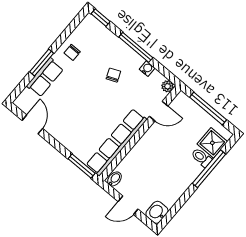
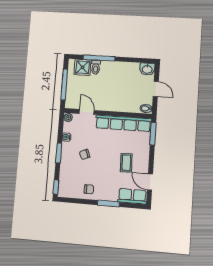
window: (136, 47) -> (59, 153), width x0.69
row of seats: (45, 77) -> (132, 196), moved
coffee table: (71, 114) -> (126, 163), added
door: (32, 124) -> (150, 182), hinge flipped

